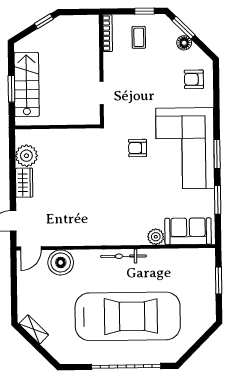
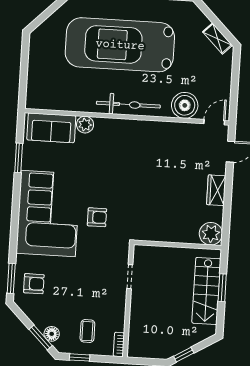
bookcase: (107, 33) -> (119, 344), width x0.64
floor lamp: (184, 43) -> (52, 334), moved
window: (217, 154) -> (11, 278), moved
plant: (26, 156) -> (211, 234), moved
bicycle: (124, 256) -> (128, 105), width x1.37, depth x1.40
window: (219, 281) -> (24, 75), removed

